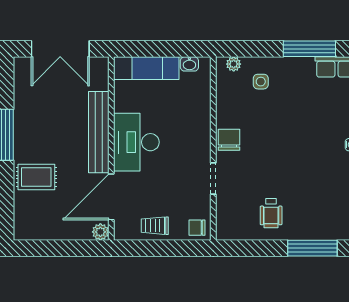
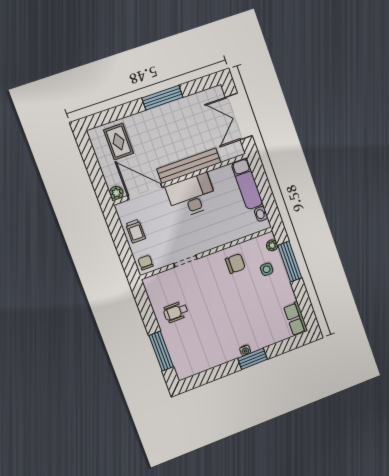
window: (309, 49) -> (290, 262), moved
chair: (229, 140) -> (235, 264), moved
rug: (36, 177) -> (119, 142), moved
trolley: (155, 226) -> (136, 231), turned 180

